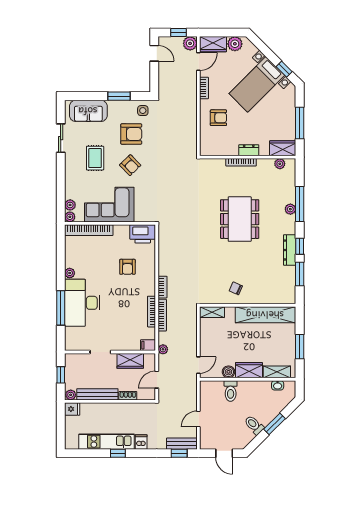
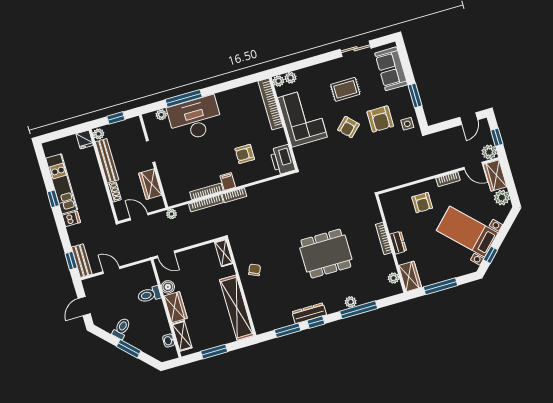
plant: (70, 273) -> (161, 115), moved
filing cabinet: (148, 345) -> (228, 181), moved

